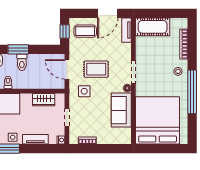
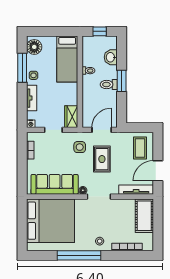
door: (108, 13) -> (158, 171), hinge flipped
tv unit: (127, 30) -> (136, 190), width x1.41
window: (65, 32) -> (140, 128), removed
wardrobe: (44, 100) -> (71, 117), moved
sofa: (121, 110) -> (55, 184), width x1.36

